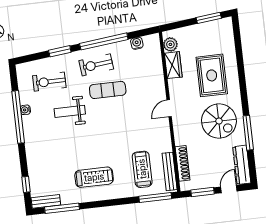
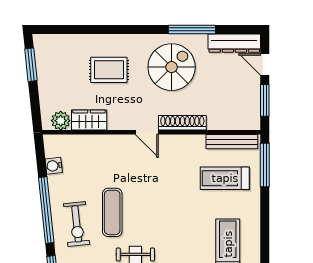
rug: (212, 75) -> (109, 70), width x0.73, depth x0.70
shoe rack: (183, 163) -> (182, 123), moved

